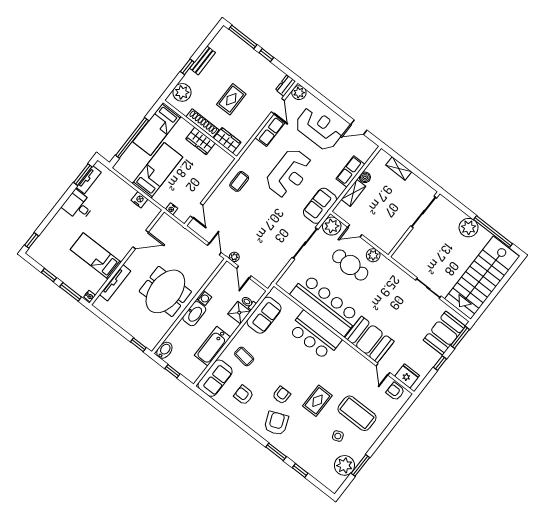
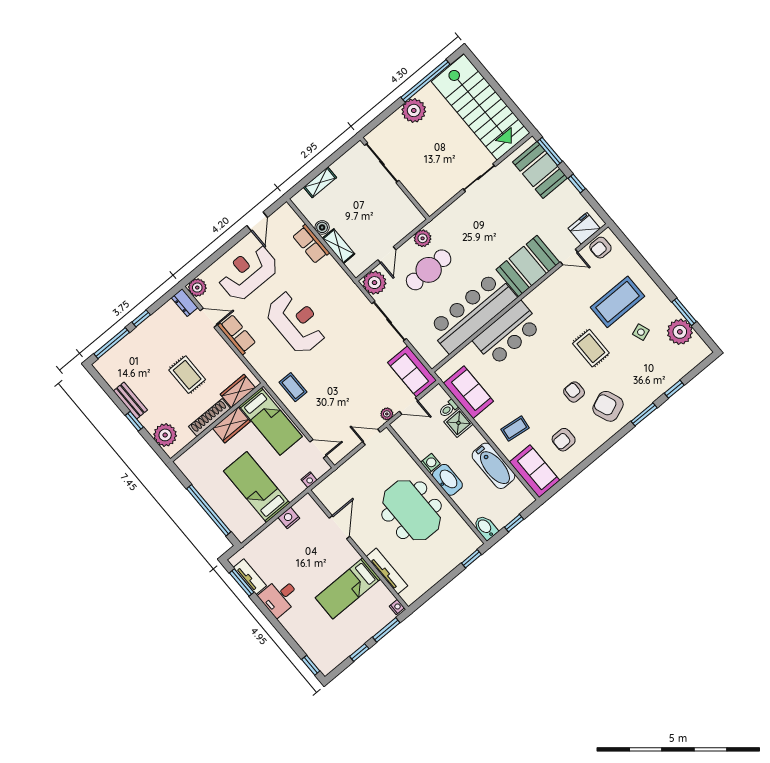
bed: (157, 129) -> (271, 421), moved
sofa: (320, 206) -> (412, 371), moved

